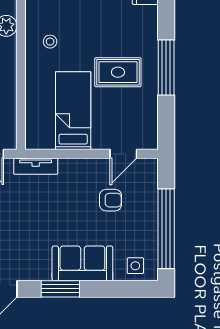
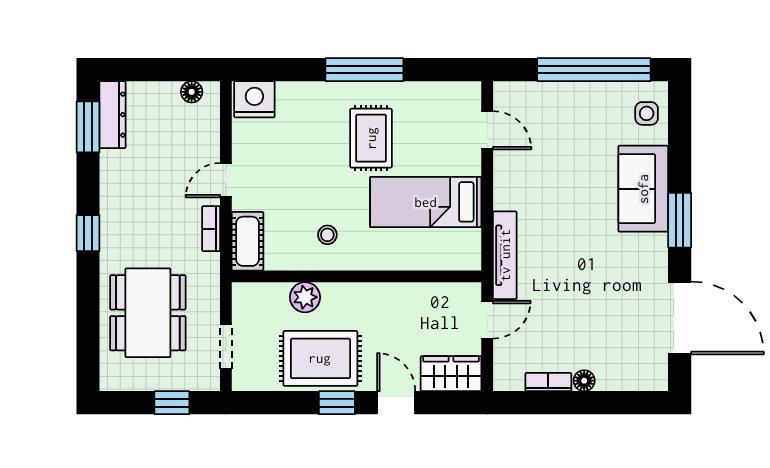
tv unit: (36, 166) -> (505, 255), width x1.41
armchair: (111, 200) -> (553, 149), removed

